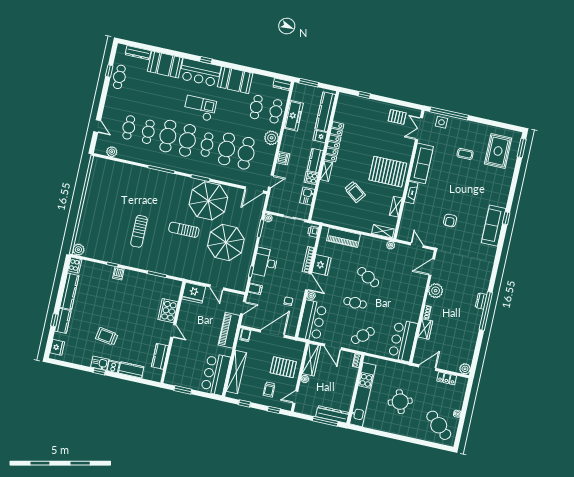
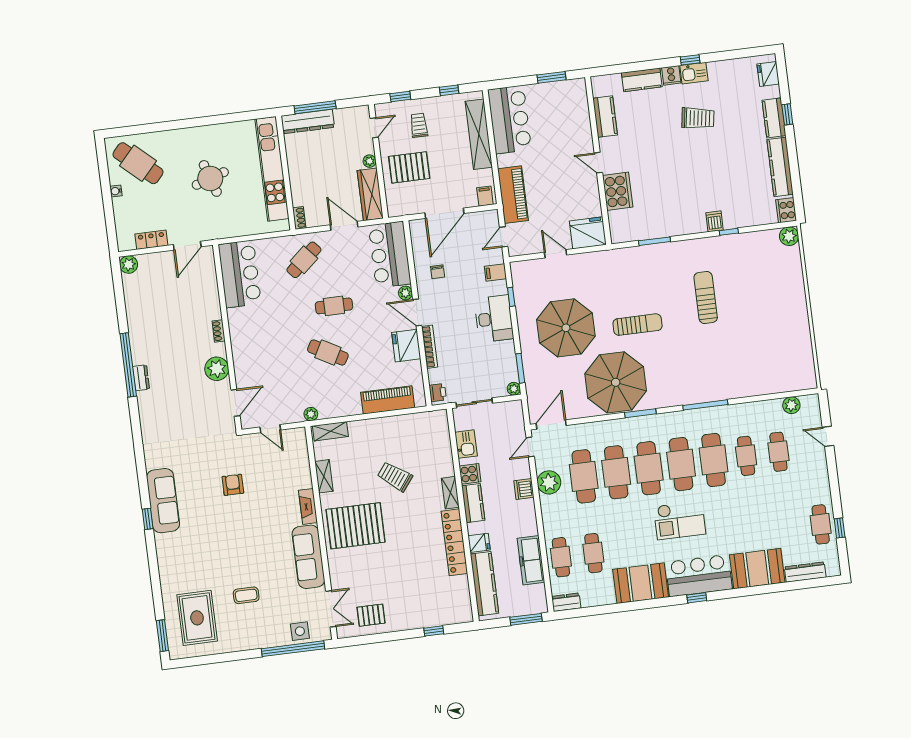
plant: (272, 138) -> (549, 482), moved
cafe table: (207, 145) -> (649, 468), width x1.37, depth x1.35
wardrobe: (425, 329) -> (211, 304), removed

